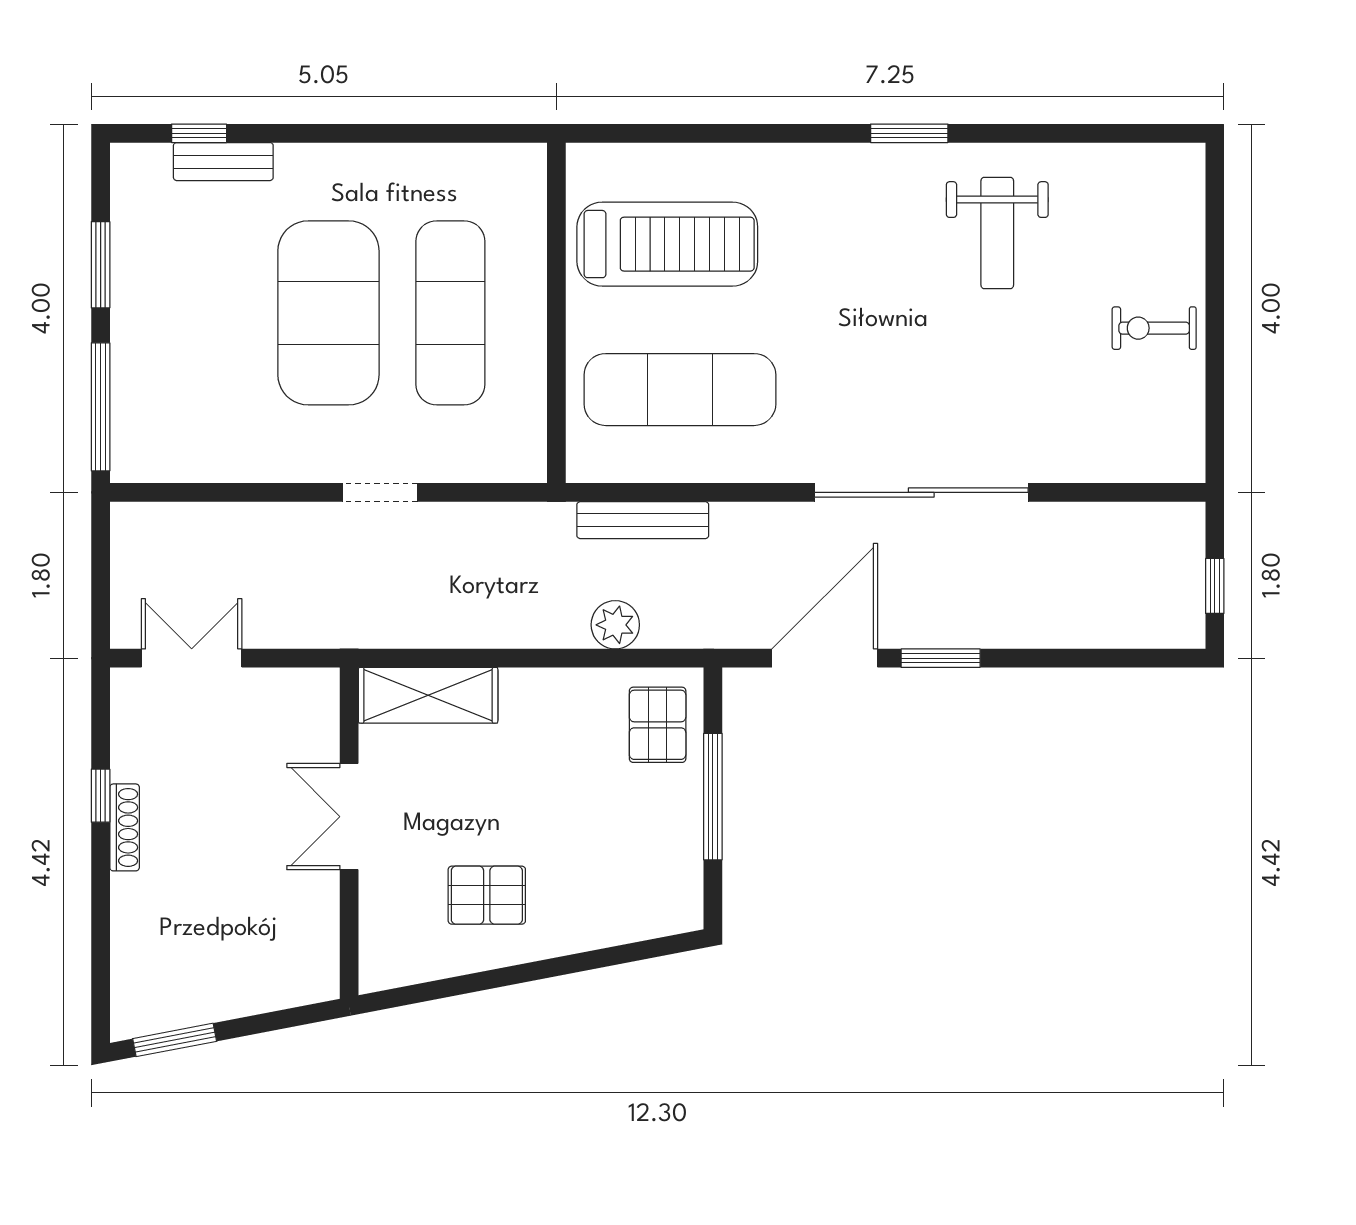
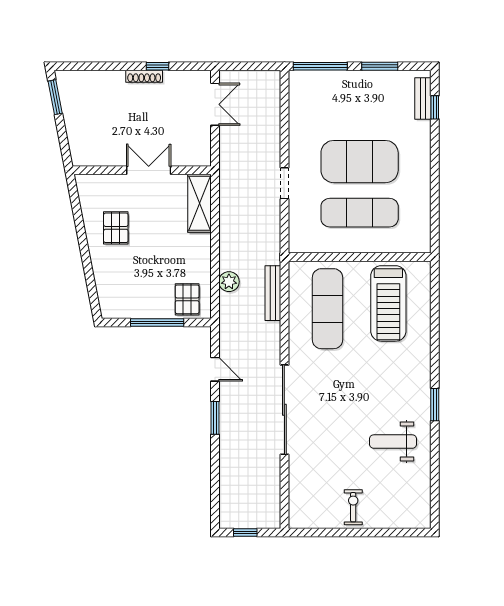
bench: (223, 162) -> (423, 98), moved
door: (825, 658) -> (215, 369), width x0.53
pallet: (658, 725) -> (187, 299), turned 90

